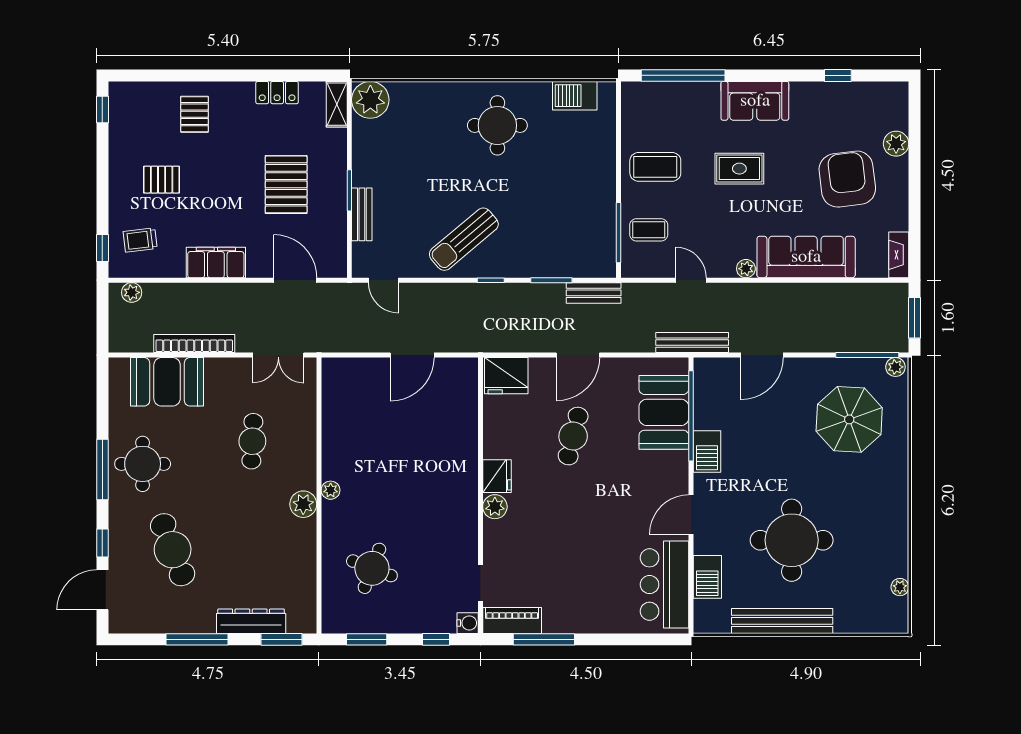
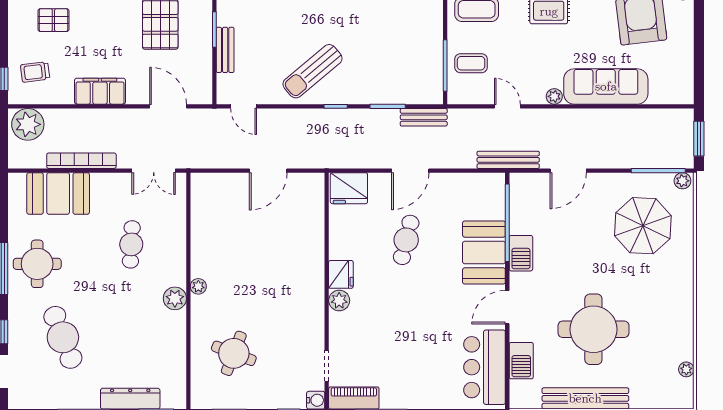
fireplace: (899, 255) -> (685, 85), removed
plant: (132, 292) -> (28, 124), width x1.88, depth x1.88
booth: (664, 412) -> (484, 252), moved

